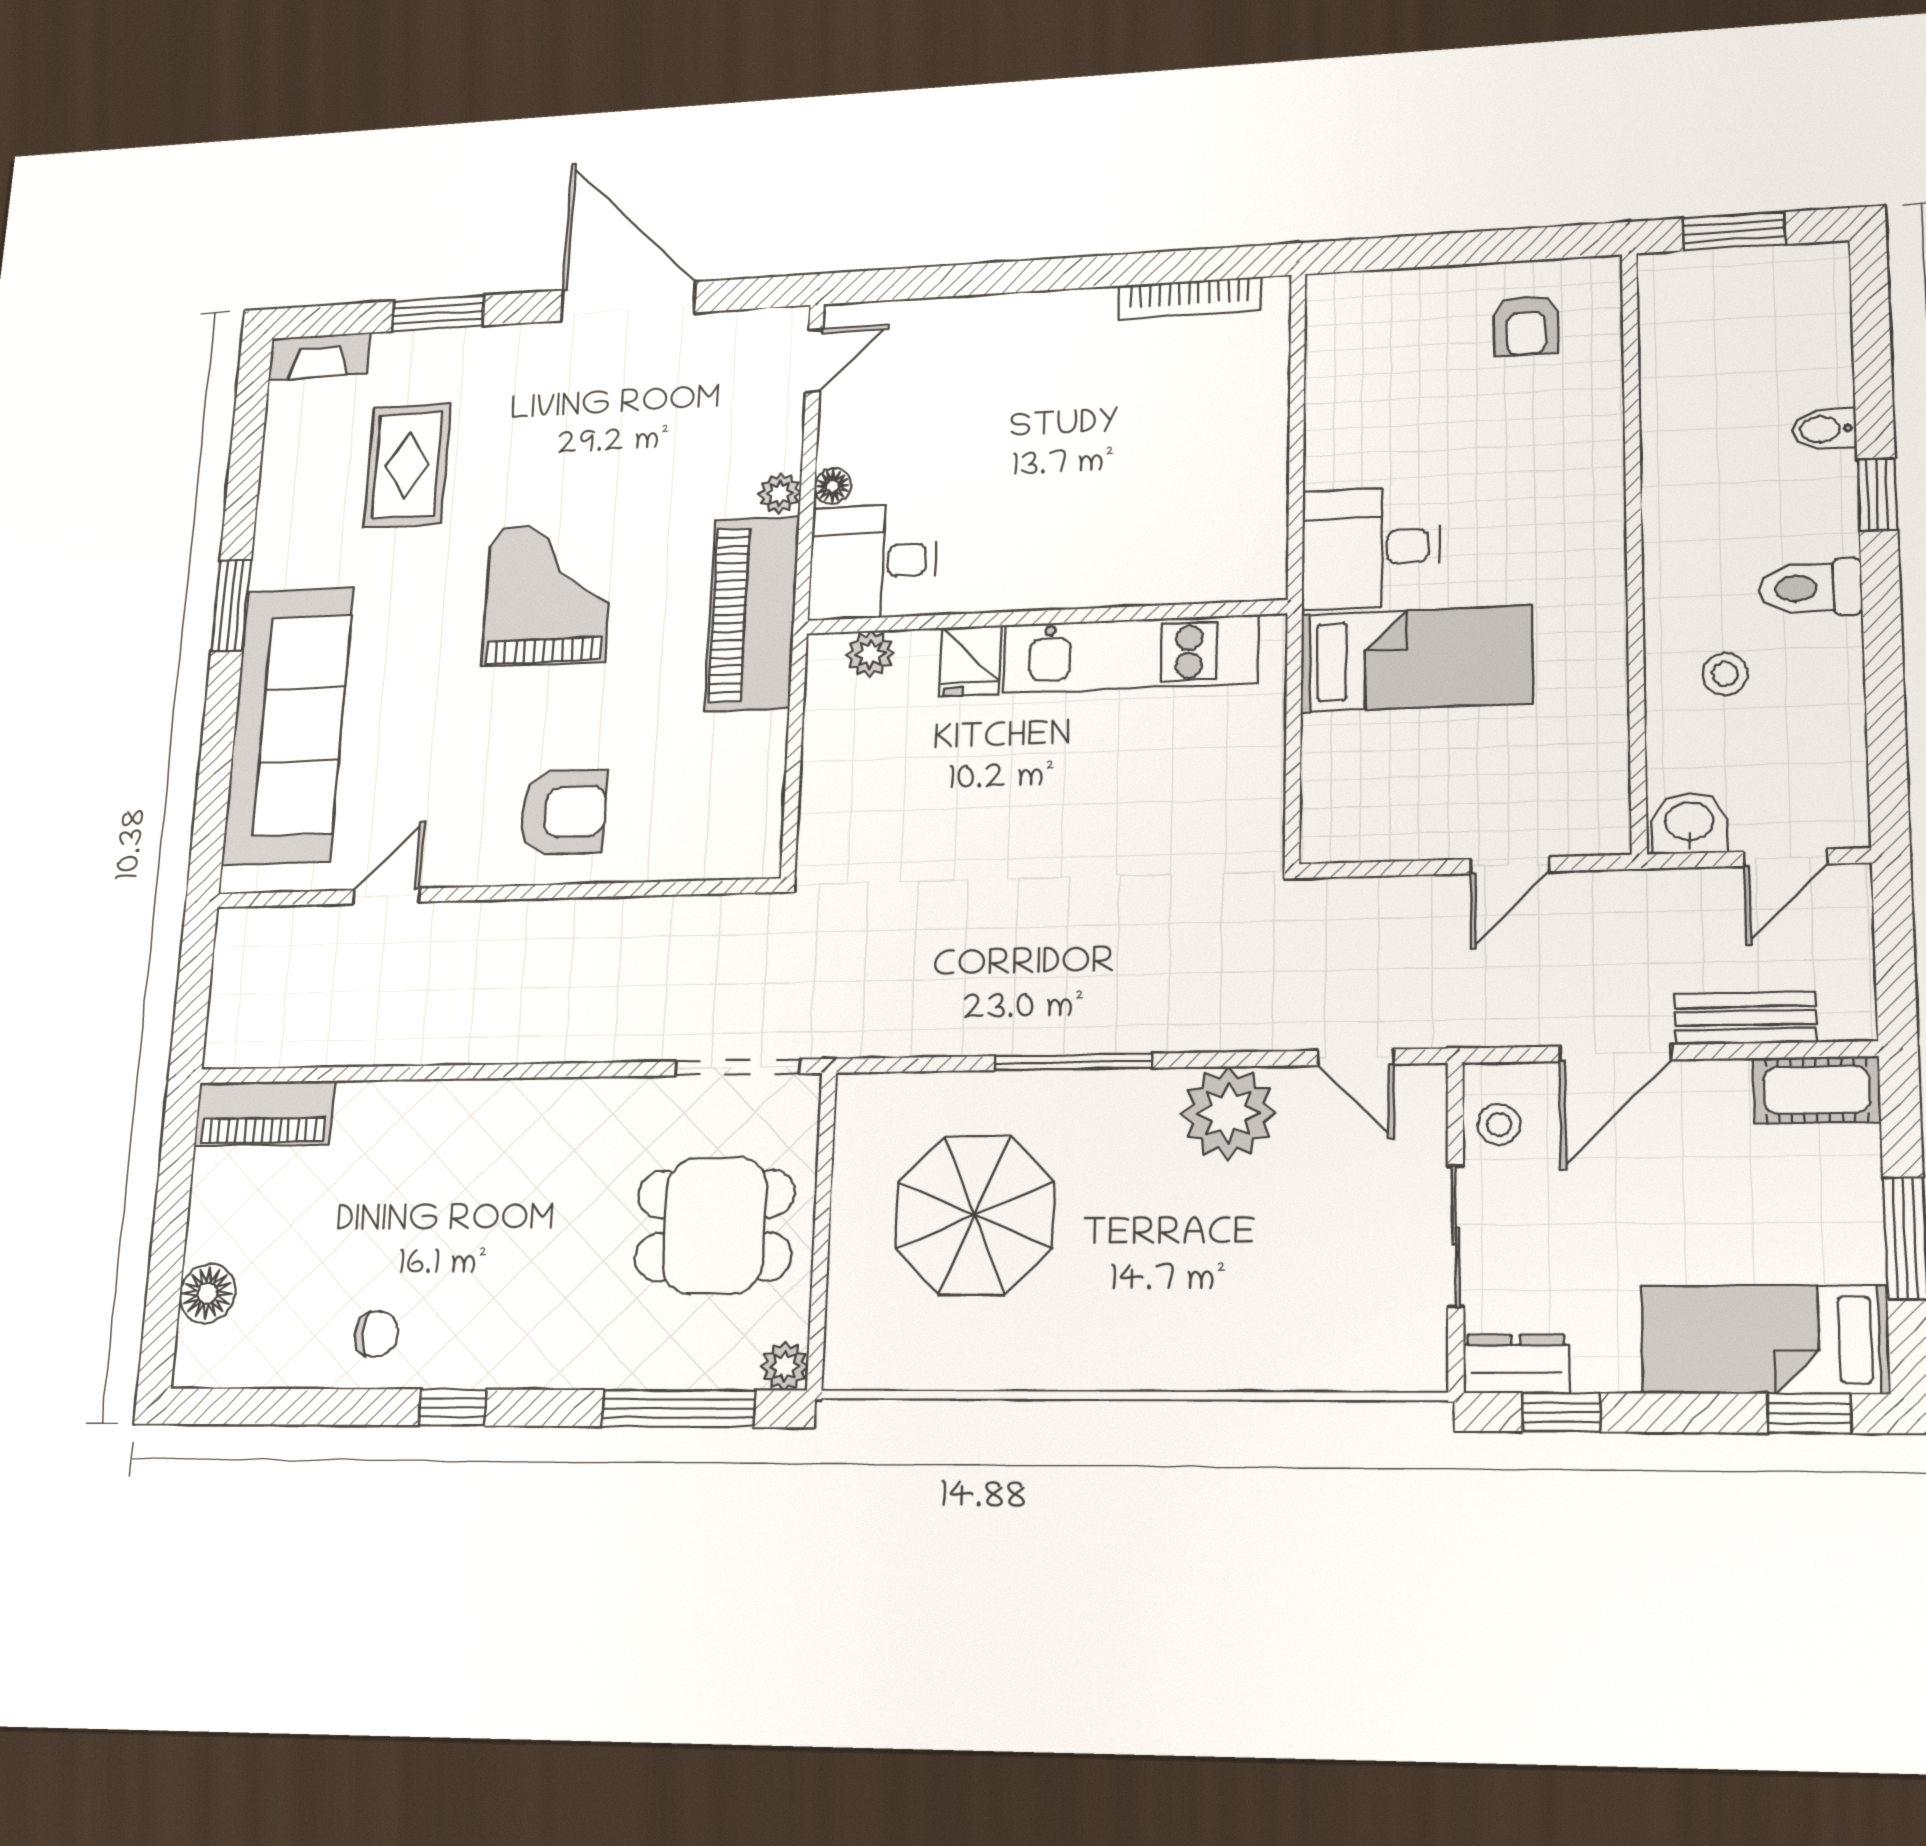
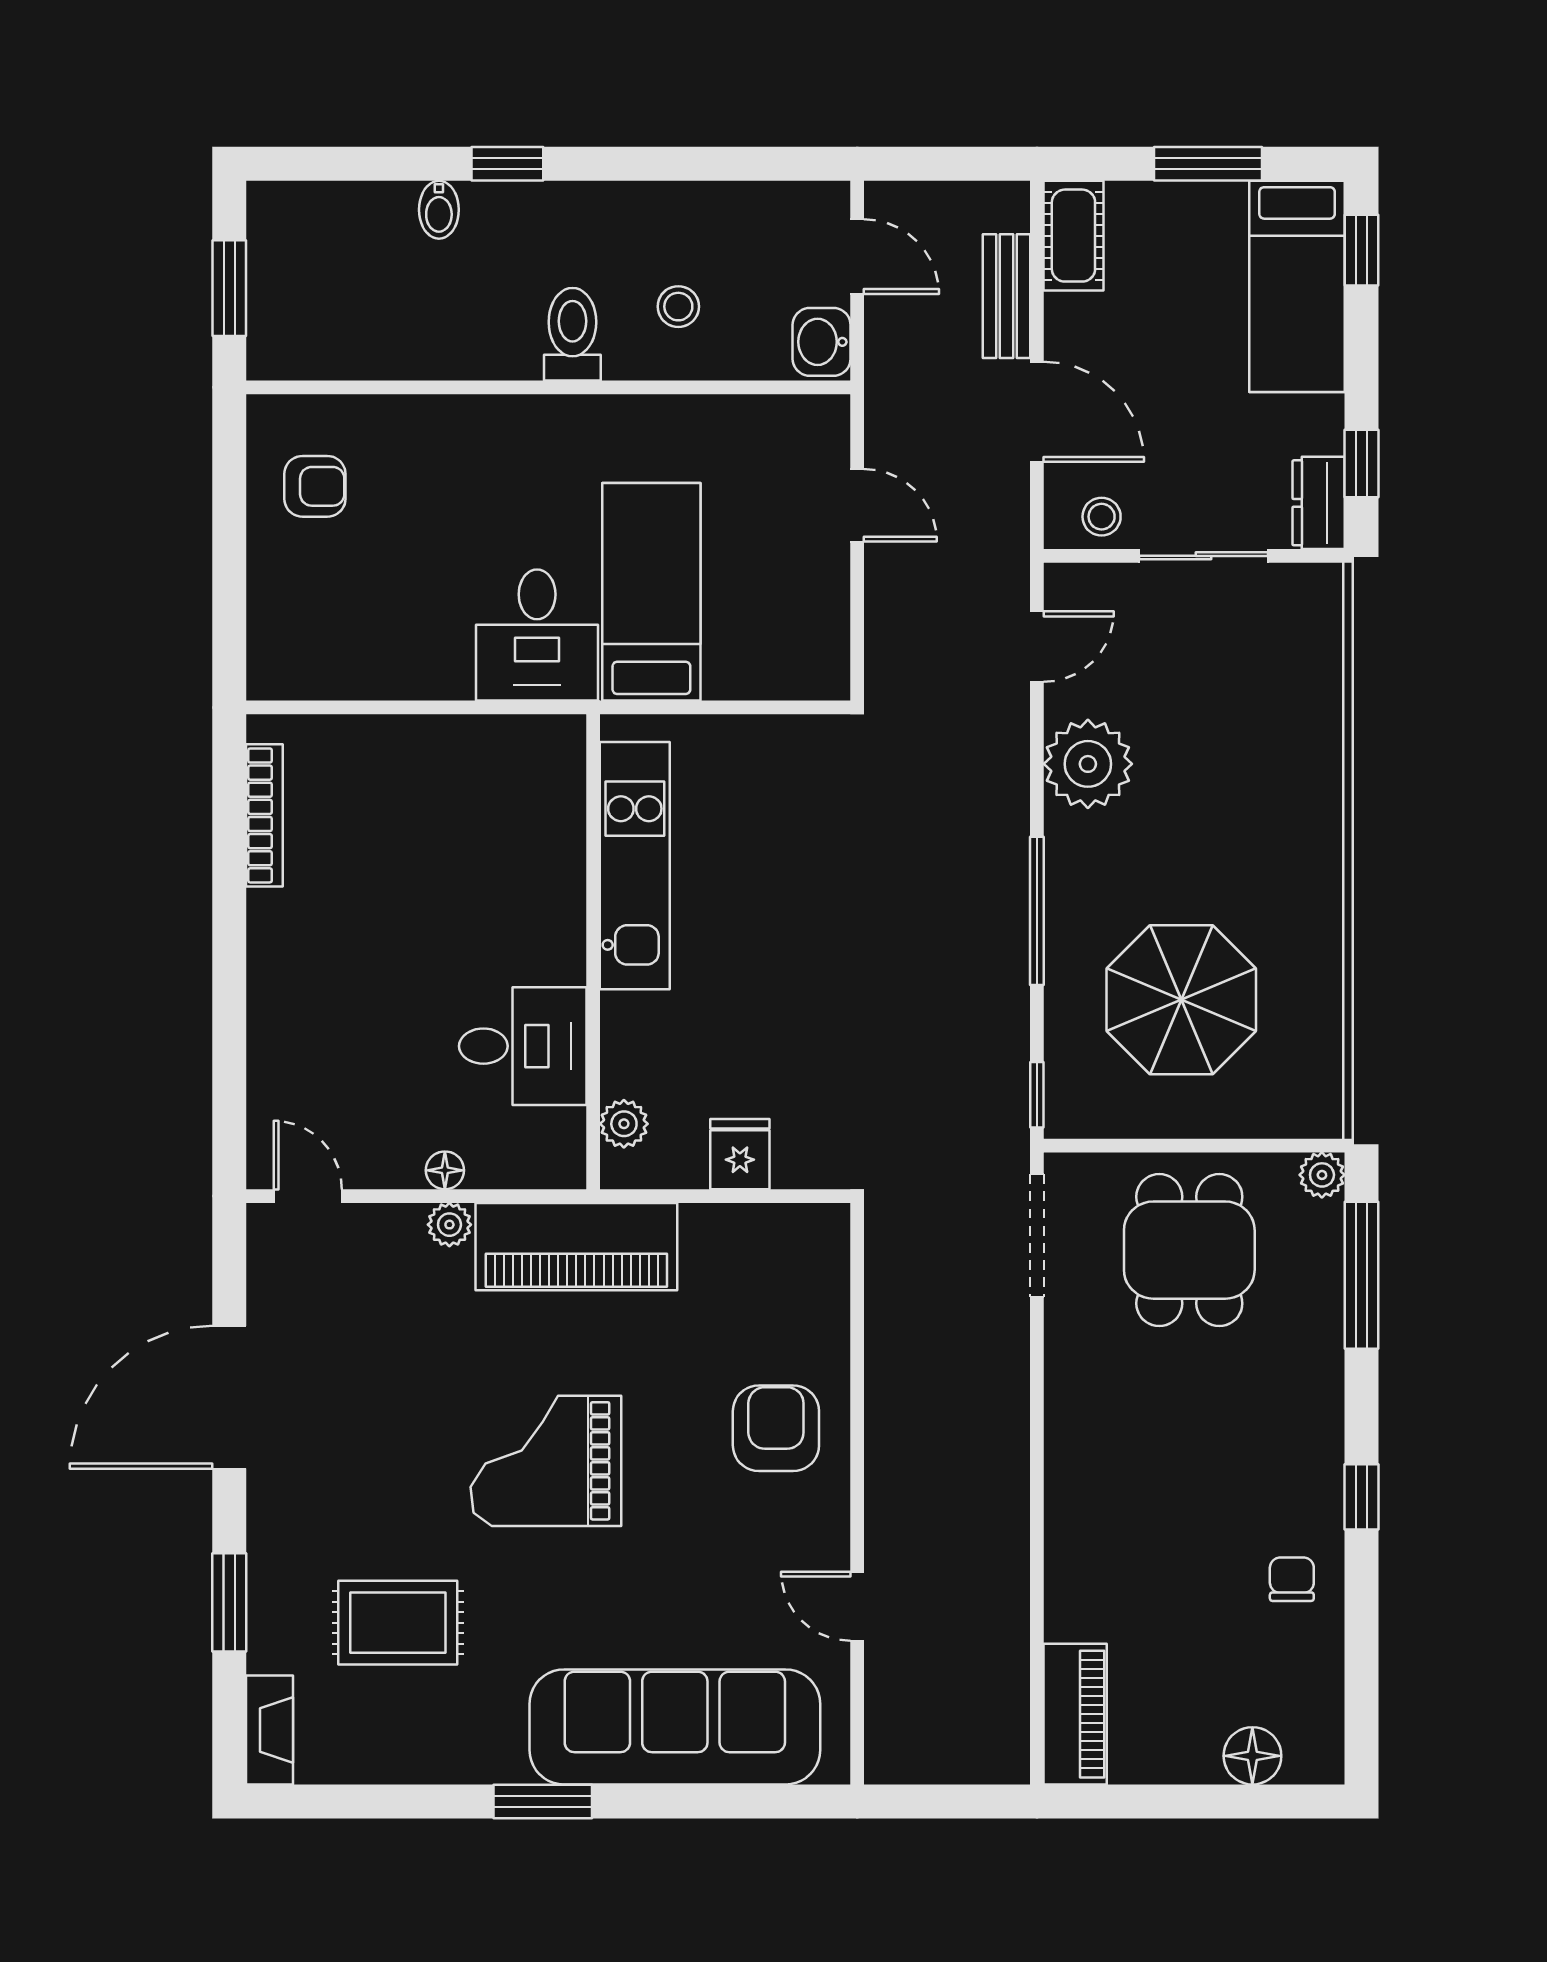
desk: (873, 562) -> (523, 1046), moved, turned -90
toilet: (1810, 588) -> (572, 334), moved, turned 180
fridge: (970, 661) -> (740, 1154), moved, turned -90
window: (881, 1065) -> (1037, 1095), added

